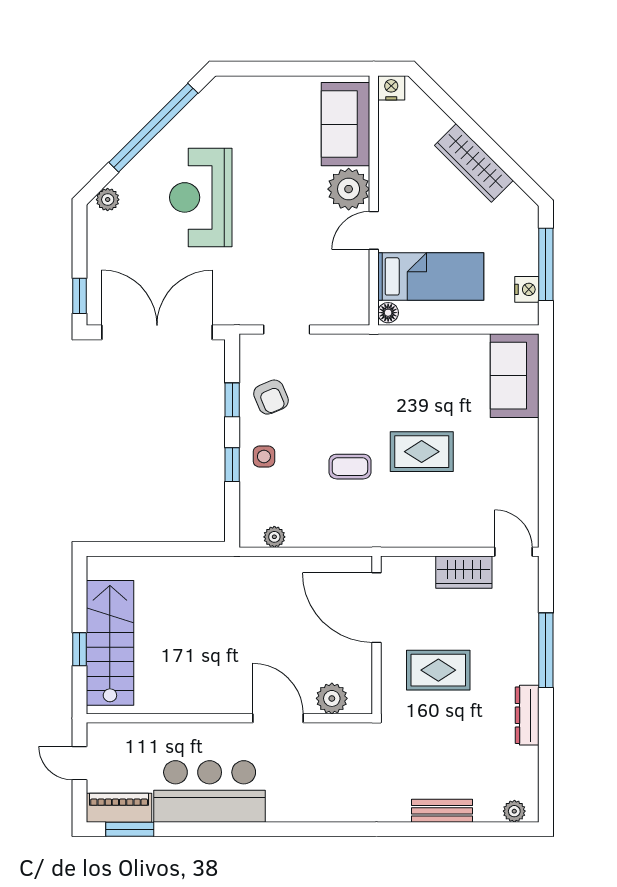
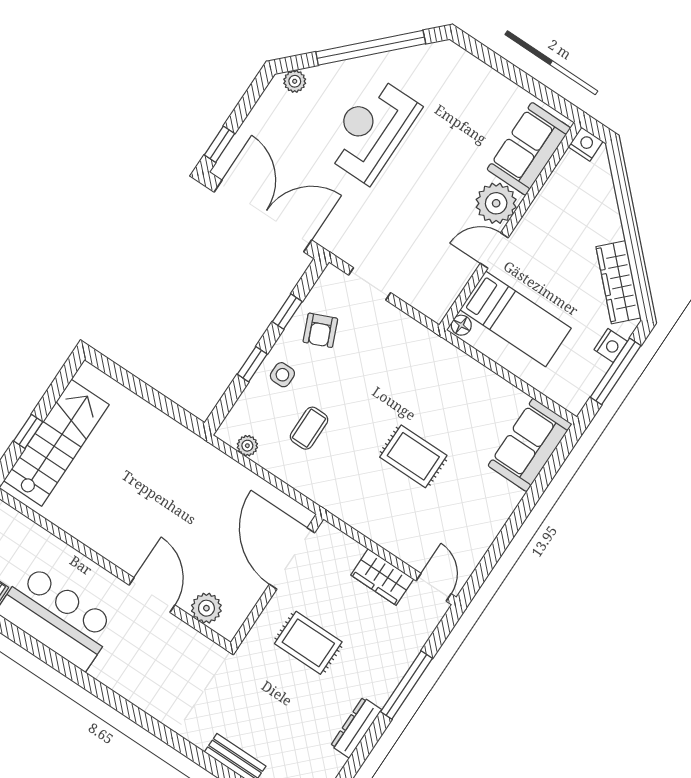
wardrobe: (474, 163) -> (618, 282), moved
nightstand: (527, 289) -> (611, 345), moved
coffee table: (350, 467) -> (309, 428), moved, turned 90

